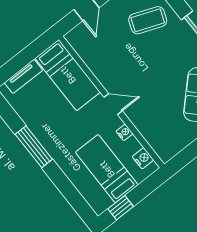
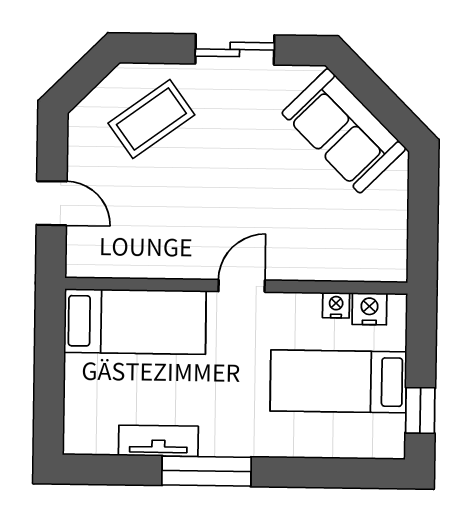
coffee table: (148, 20) -> (151, 119), turned 33
tv unit: (23, 76) -> (158, 441), moved, turned -90
nightstand: (125, 132) -> (336, 305), moved

